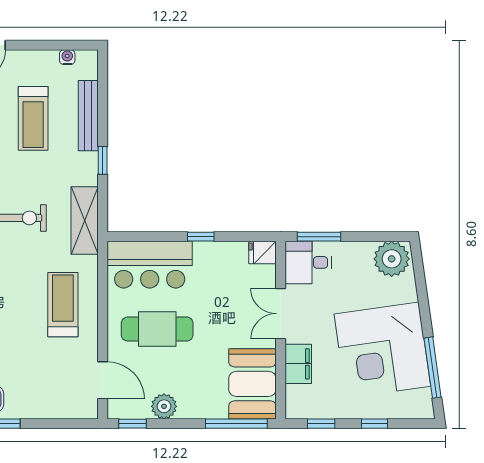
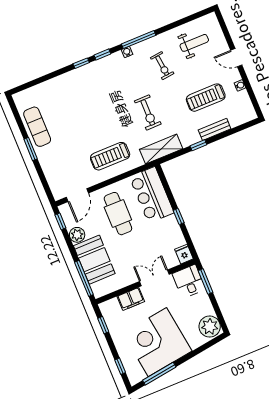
water cooler: (67, 57) -> (240, 85), moved
bench: (88, 116) -> (215, 129), width x0.73
treadmill: (63, 305) -> (110, 156), turned 180
booth: (252, 384) -> (94, 260), moved, turned 90
window: (374, 424) -> (120, 366), moved

